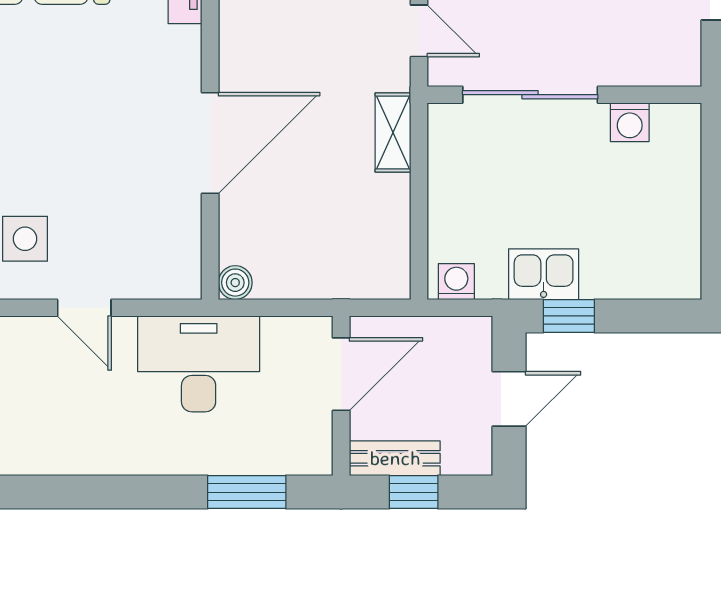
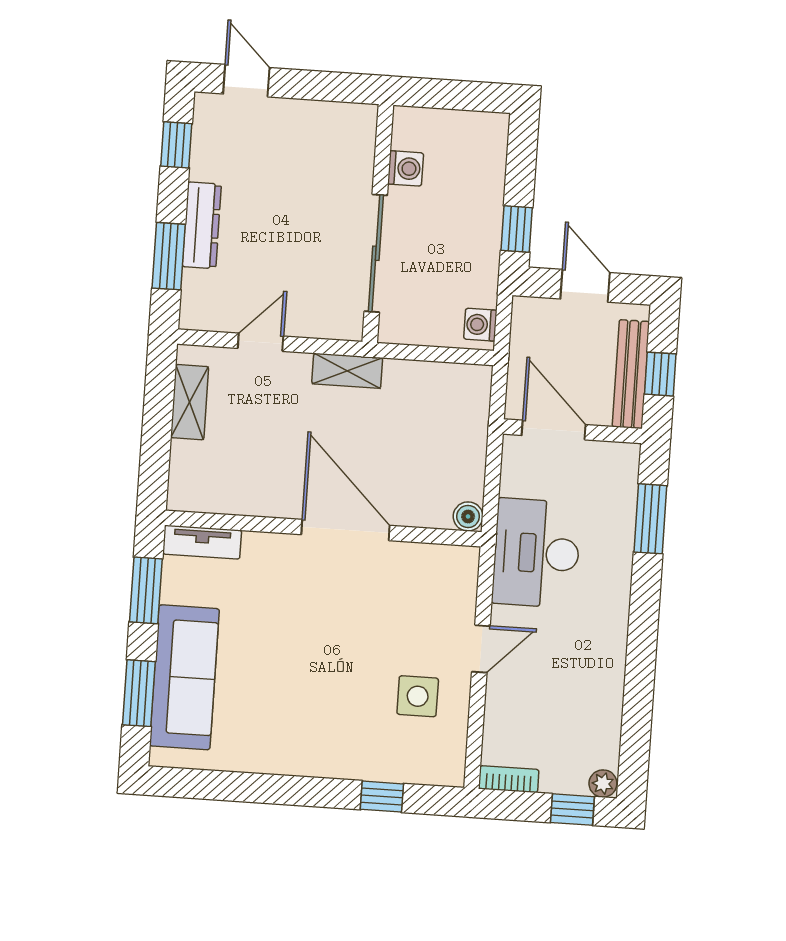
sliding door: (530, 95) -> (376, 253), moved
wall: (564, 95) -> (378, 223), moved
washing machine: (630, 122) -> (406, 168), moved
kitchen sink: (544, 274) -> (479, 249), removed
bench: (395, 458) -> (631, 374), width x1.36

